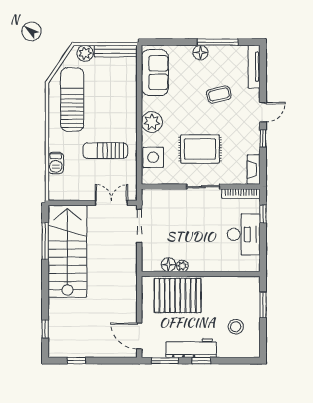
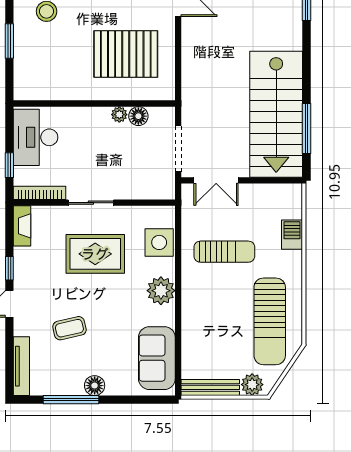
floor lamp: (168, 265) -> (138, 116), moved
plant: (182, 266) -> (119, 115), moved
wall: (201, 274) -> (94, 104), moved

